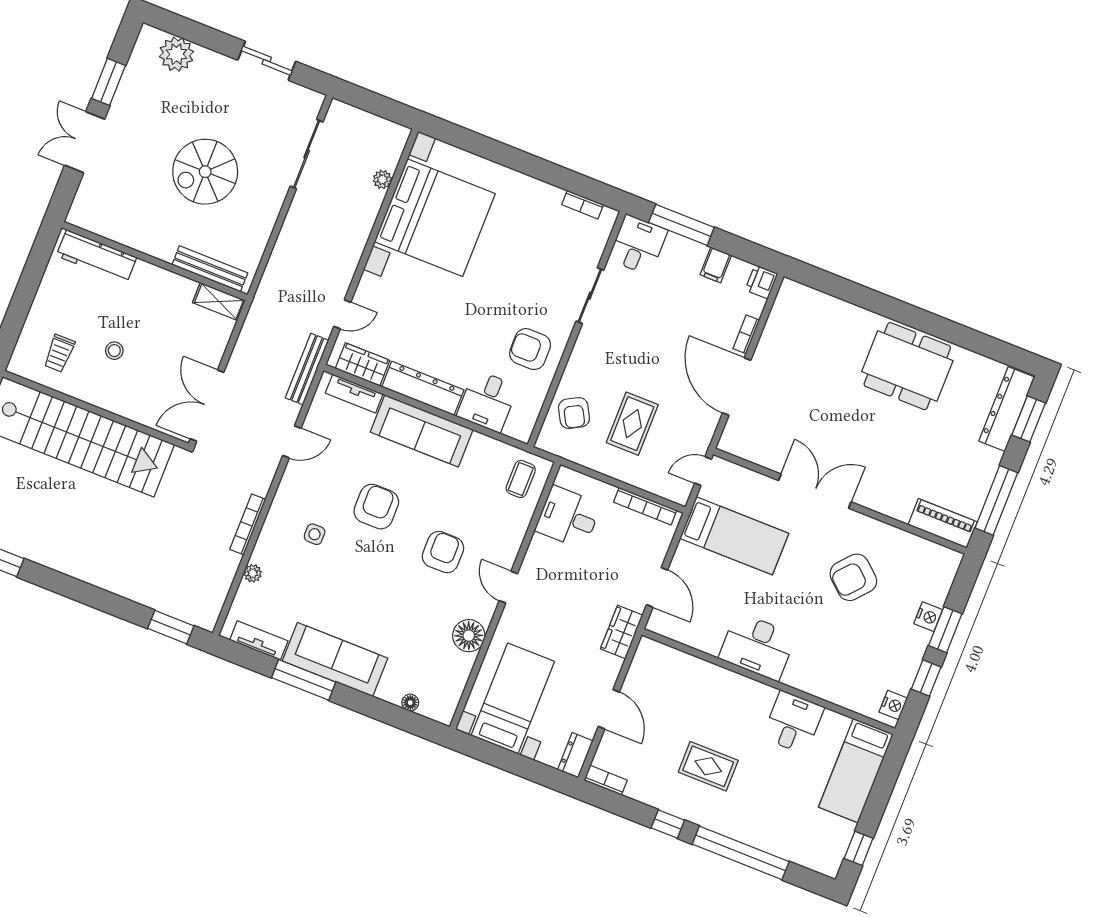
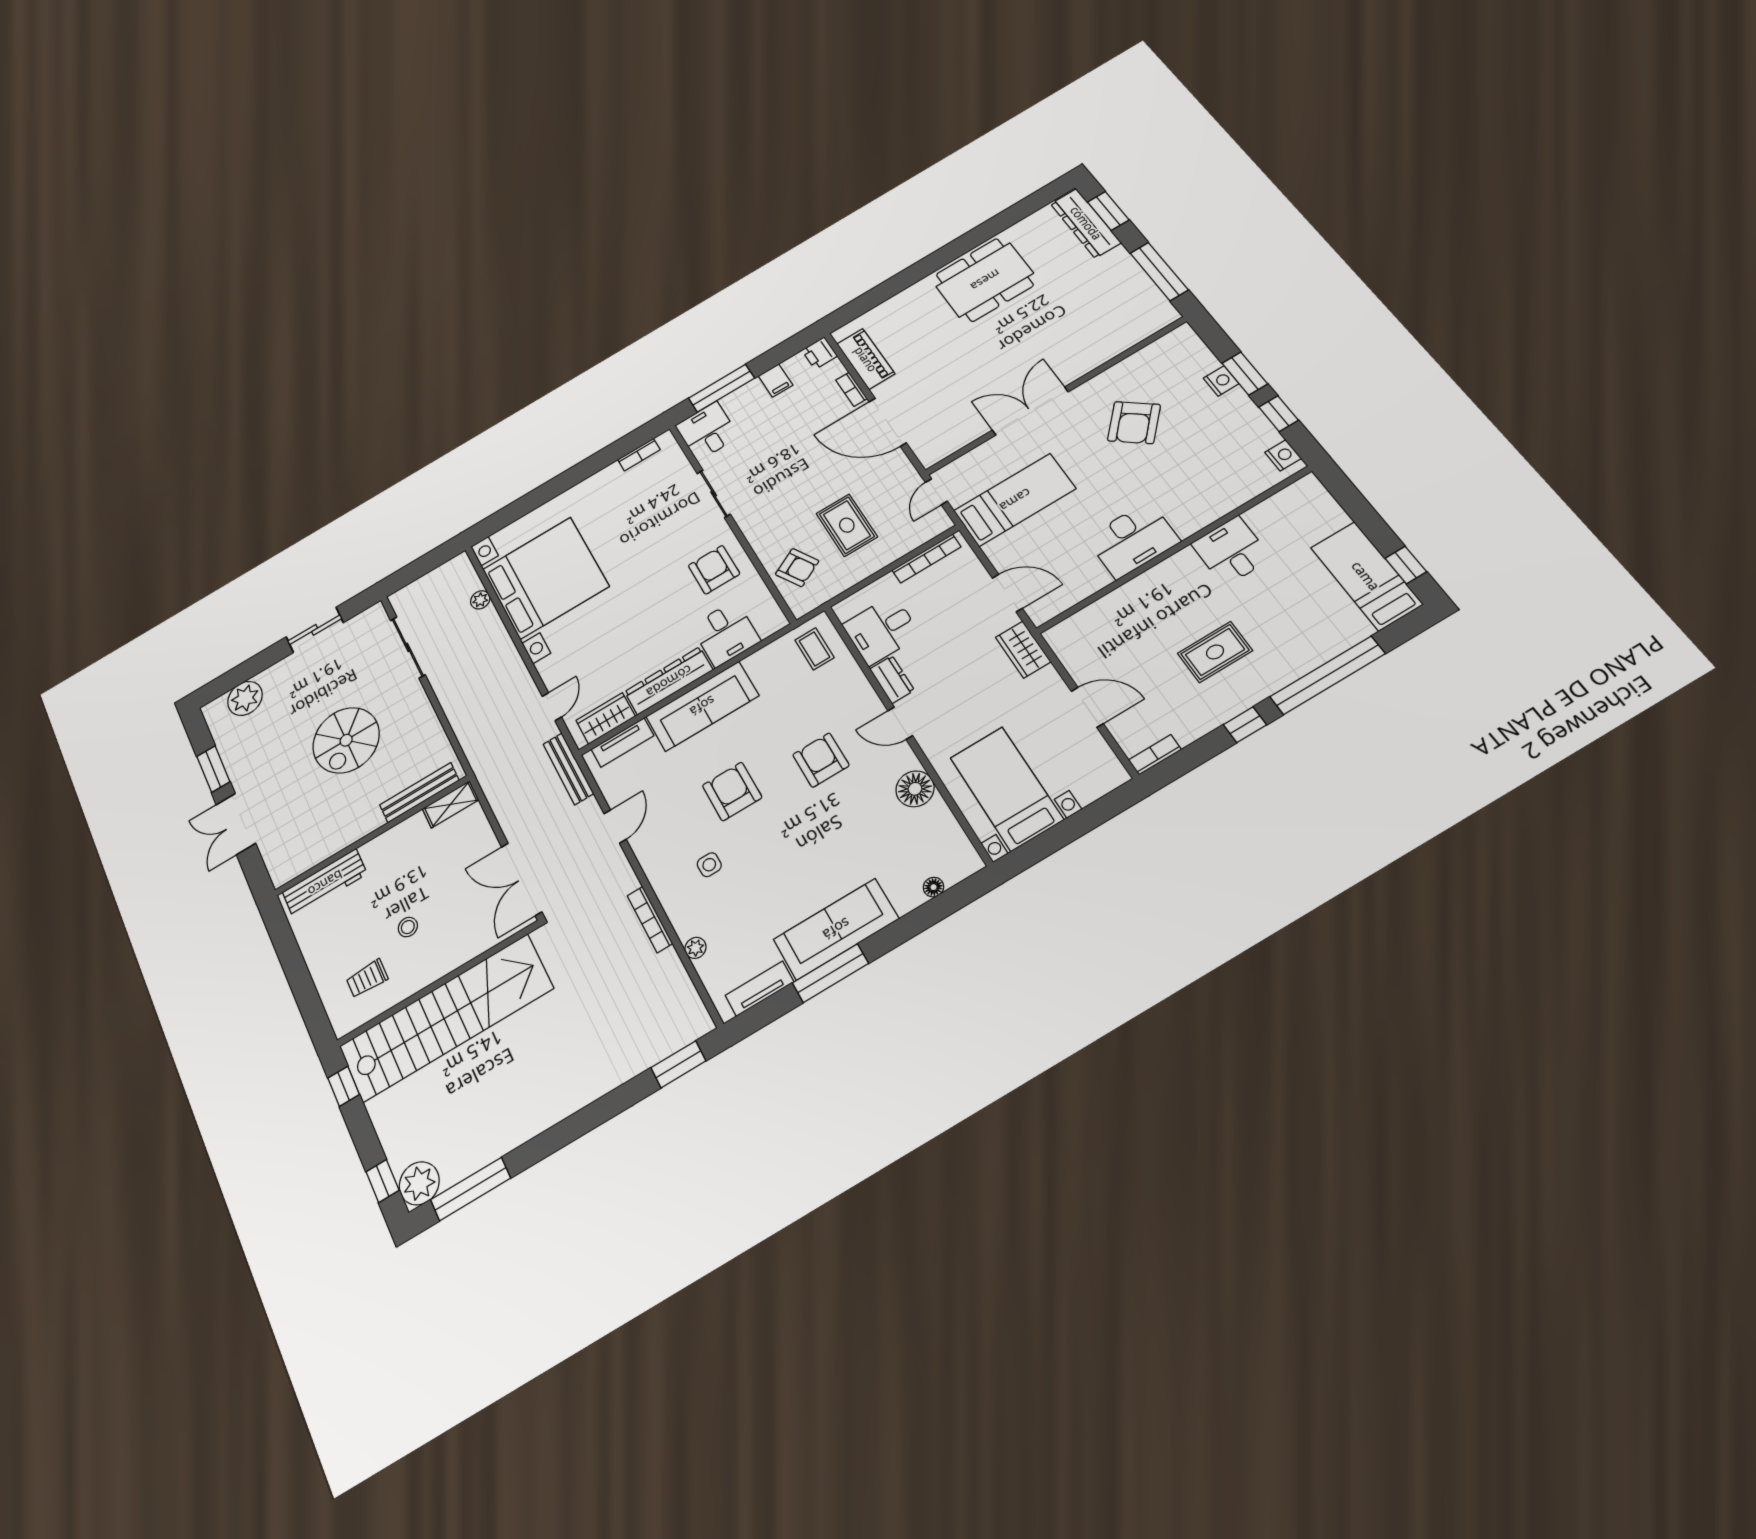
armchair: (530, 349) -> (714, 570), turned 90
trolley: (59, 353) -> (367, 978), turned 90
piano: (943, 523) -> (866, 359), moved, turned 90
dresser: (575, 755) -> (892, 679), moved, turned 180
bed: (856, 771) -> (1366, 576), moved, turned 180

